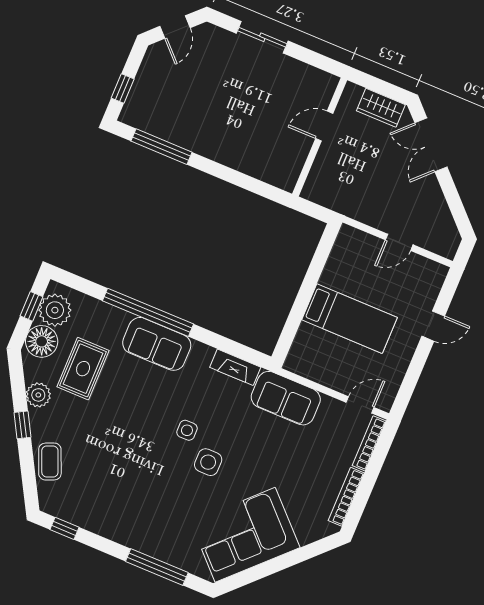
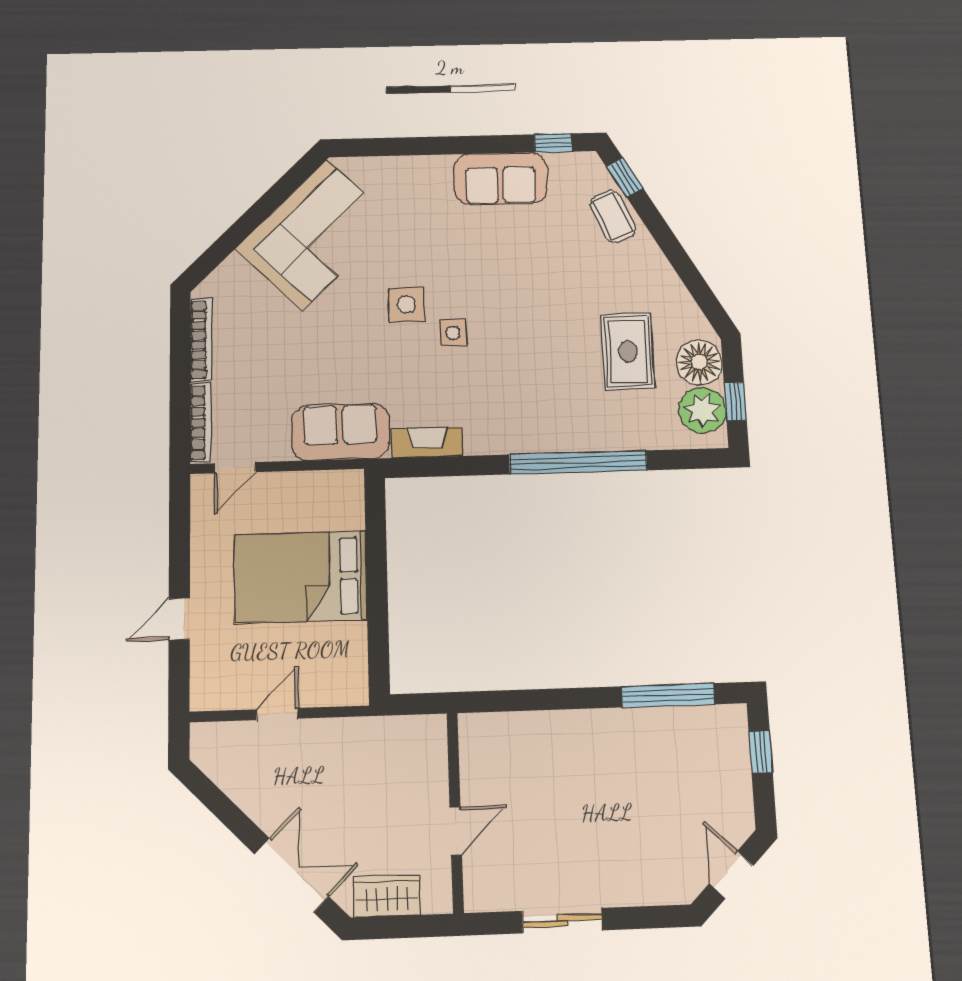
sliding door: (262, 37) -> (562, 921), moved
bed: (350, 319) -> (301, 577), width x1.50
sofa: (157, 344) -> (500, 178), moved, turned 180
plant: (38, 395) -> (669, 293), removed
window: (23, 425) -> (625, 178), moved
window: (157, 567) -> (412, 146), removed

